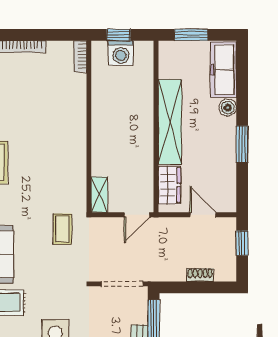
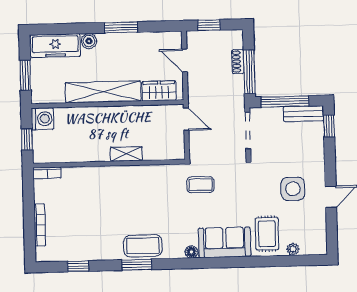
washing machine: (121, 53) -> (43, 119), moved
shelving: (99, 195) -> (126, 154), moved
door: (203, 215) -> (185, 61), hinge flipped
window: (188, 287) -> (249, 72), added

